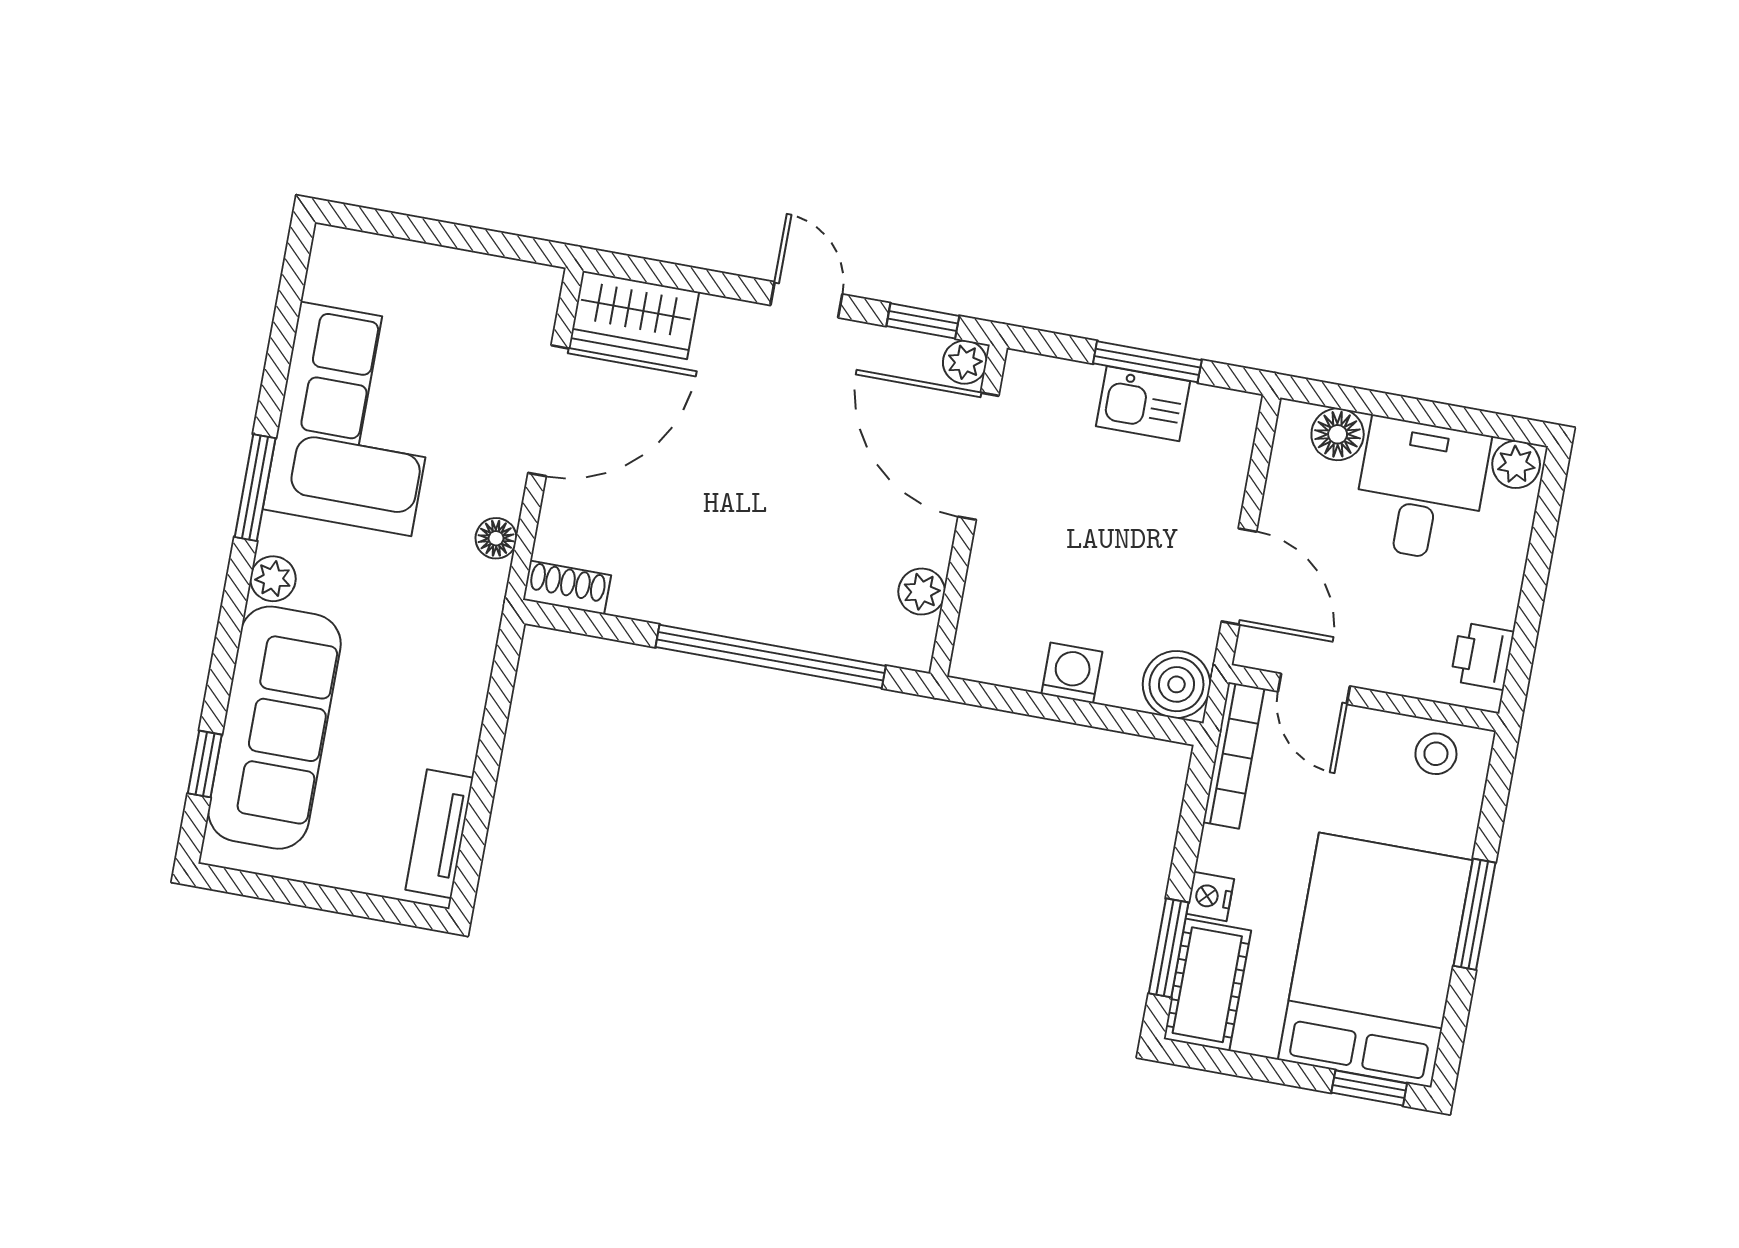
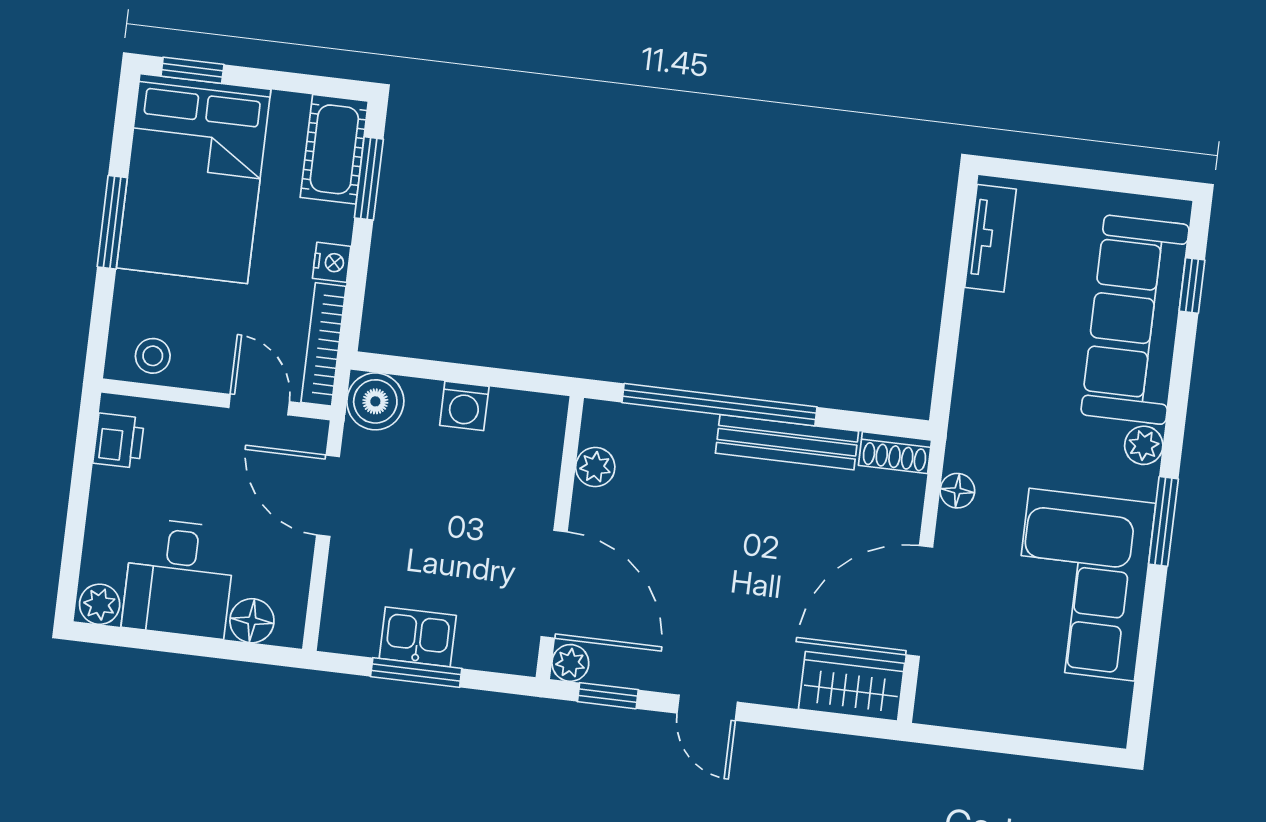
bench: (694, 607) -> (787, 442), added
nightstand: (1210, 896) -> (332, 262), moved

